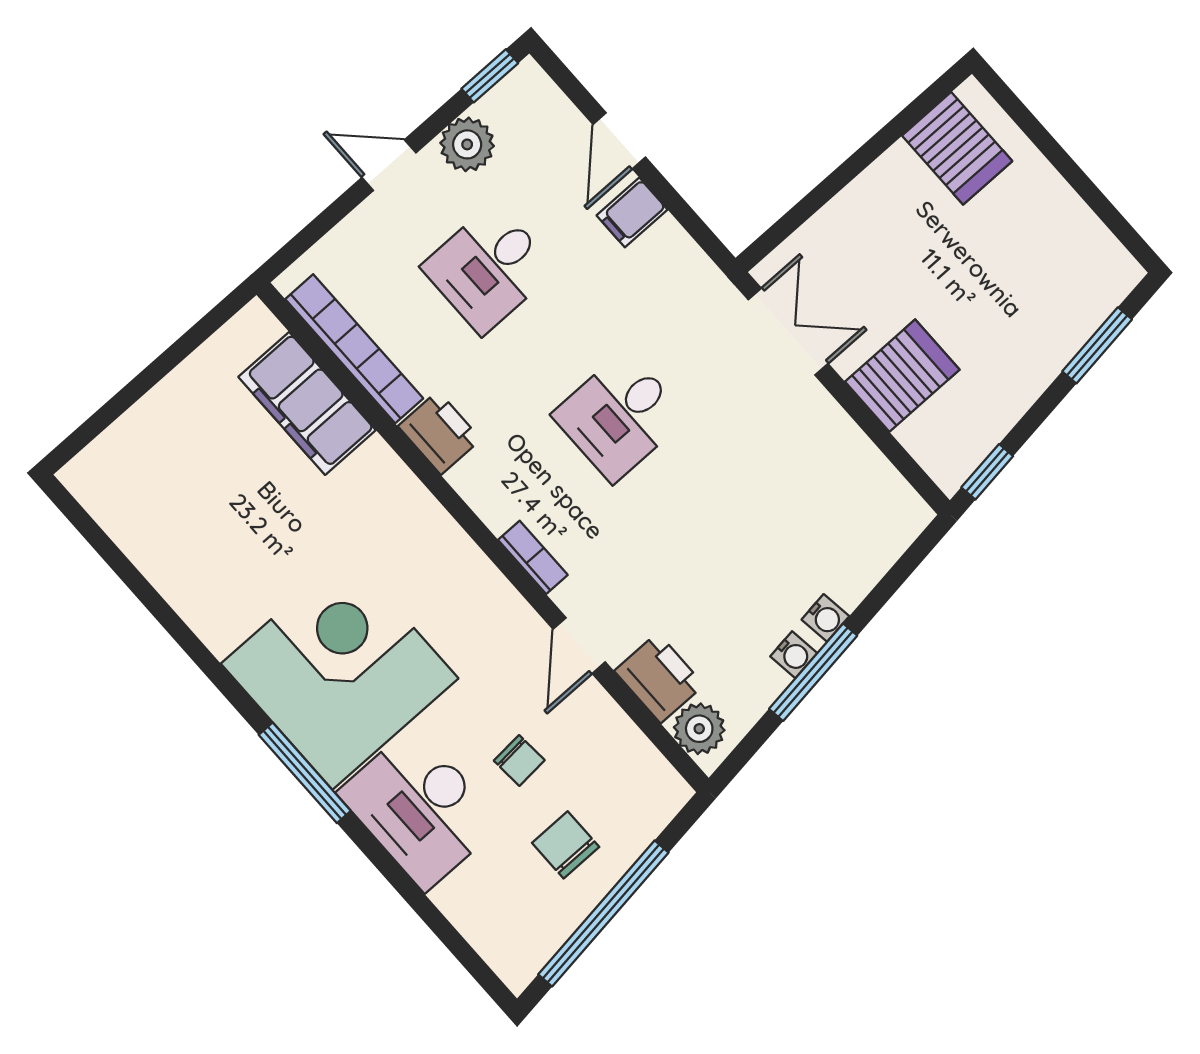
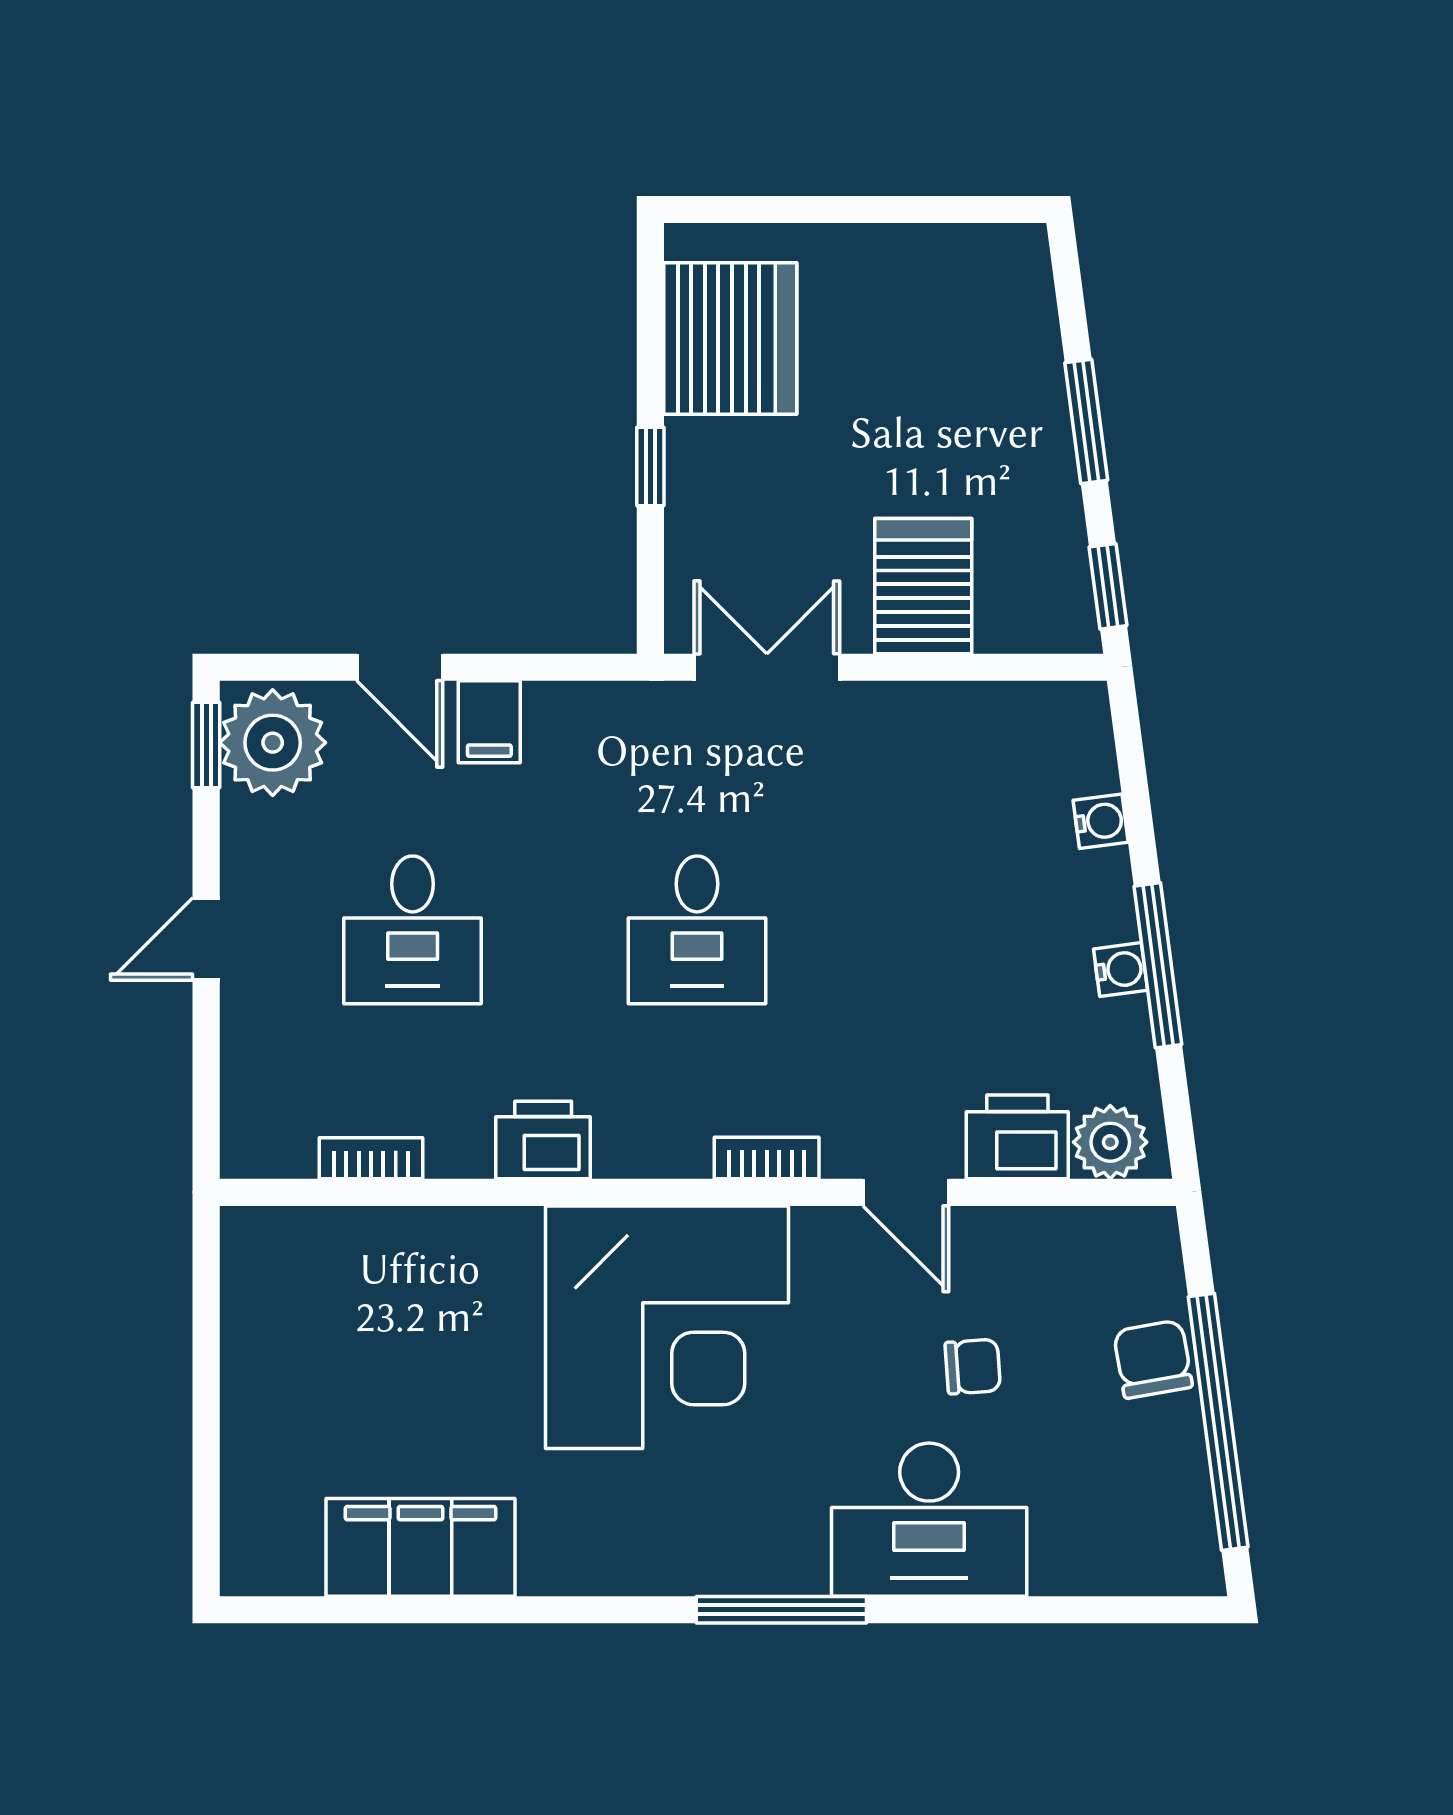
plant: (467, 144) -> (273, 743), moved, width x1.36, depth x1.36
server rack: (957, 148) -> (730, 338), width x1.60
window: (839, 179) -> (650, 467), added
window: (1097, 345) -> (1086, 422), moved
bookcase: (354, 349) -> (371, 1158), width x0.43, depth x0.76
filing cabinet: (307, 403) -> (420, 1547), moved, turned 180
water cooler: (825, 618) -> (1101, 821), moved
corner desk: (340, 671) -> (667, 1327), moved, turned 180
chair: (566, 845) -> (1153, 1359), moved, turned 80

